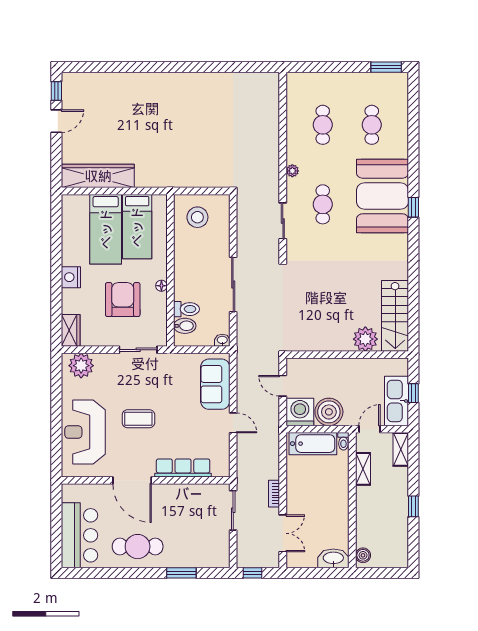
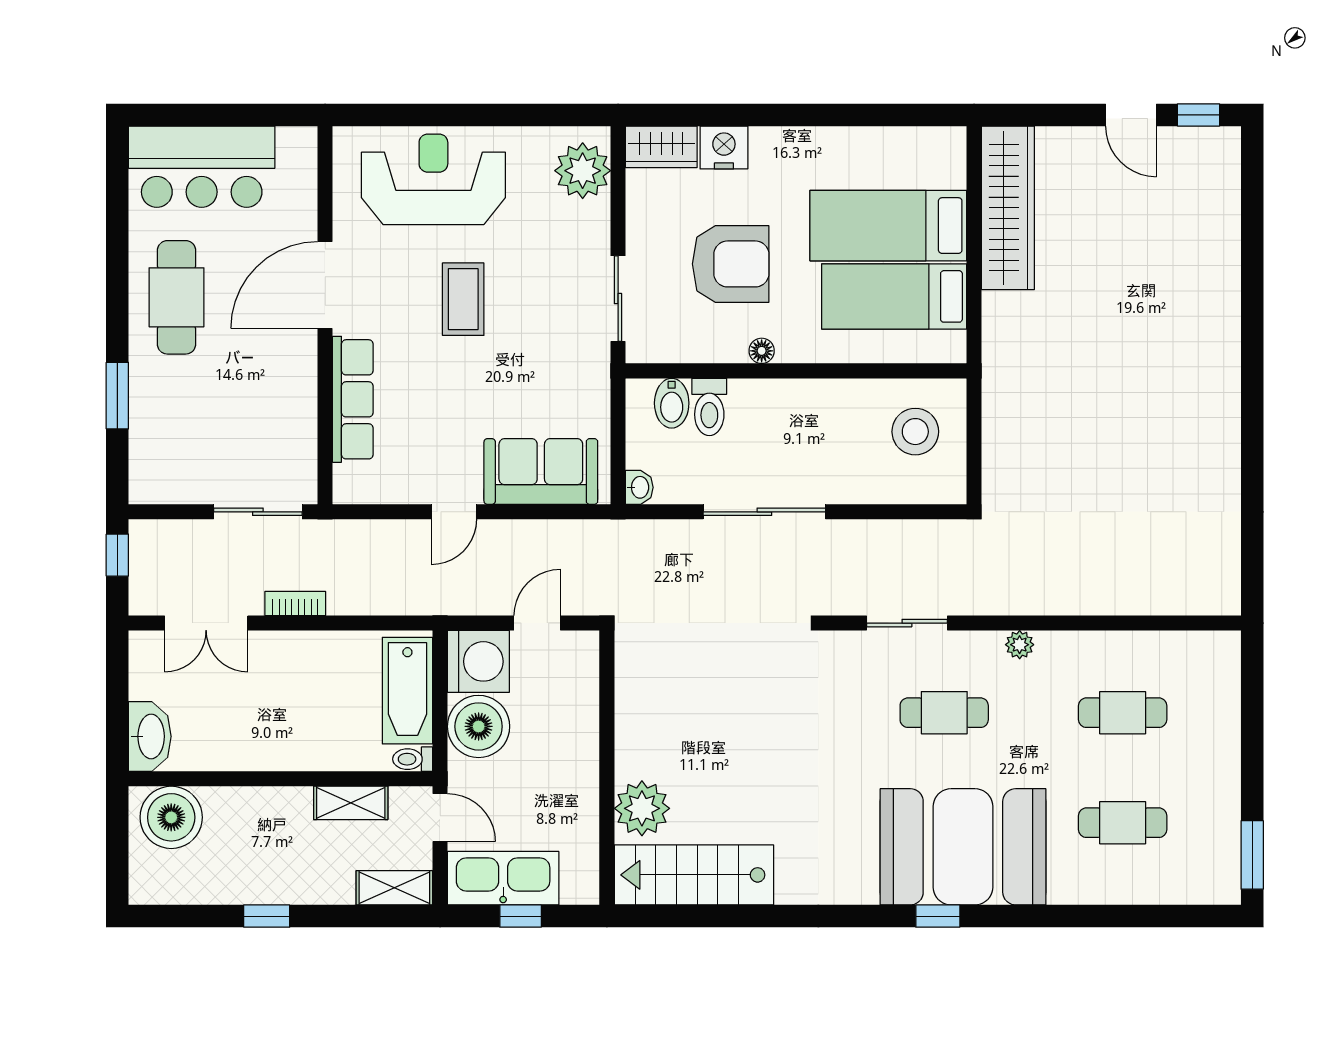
nightstand: (71, 277) -> (724, 147), moved
boiler: (363, 555) -> (171, 817), width x1.86, depth x1.86

